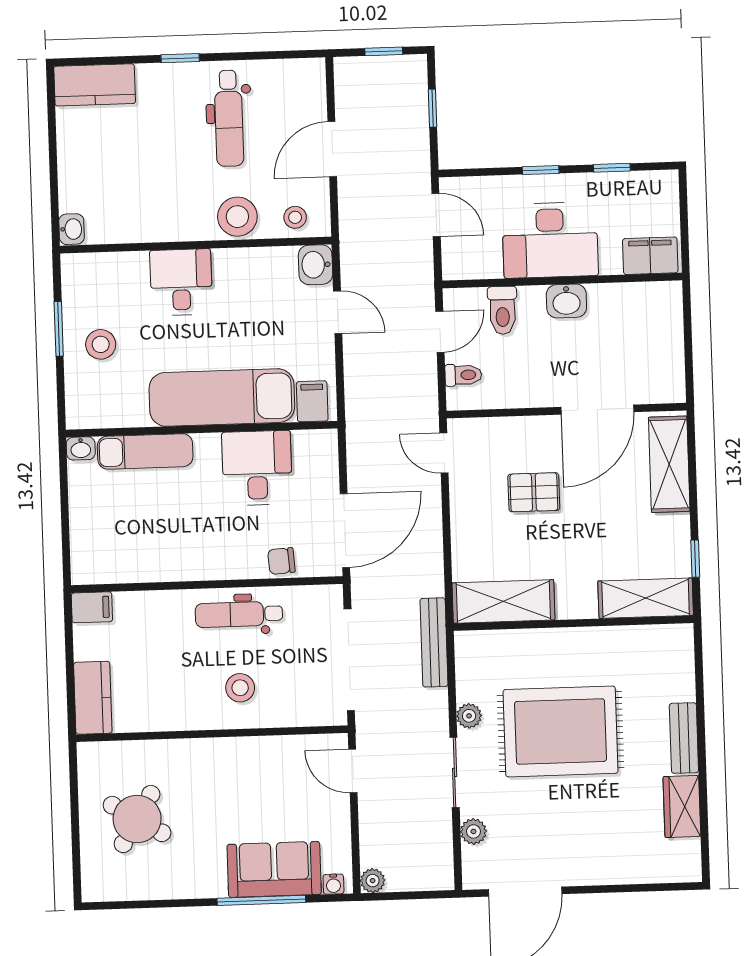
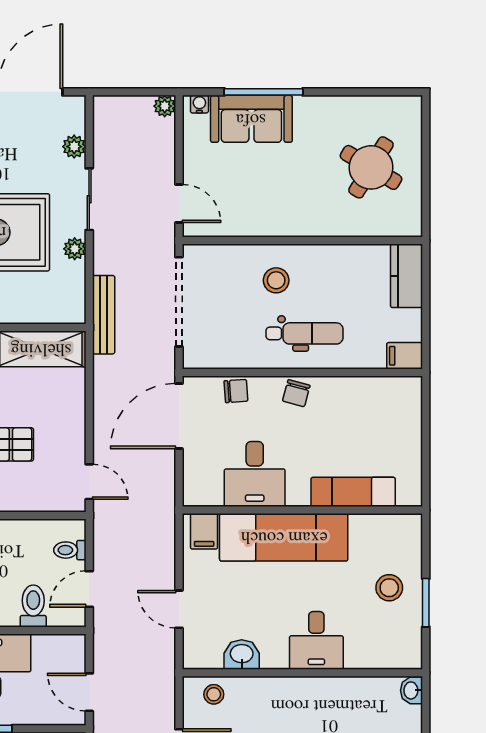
stool: (237, 217) -> (265, 697), removed
washbasin: (316, 265) -> (242, 655), moved, turned -90
washbasin: (81, 448) -> (410, 496), removed
chair: (213, 561) -> (296, 393), added
dental chair: (239, 614) -> (305, 333), moved

